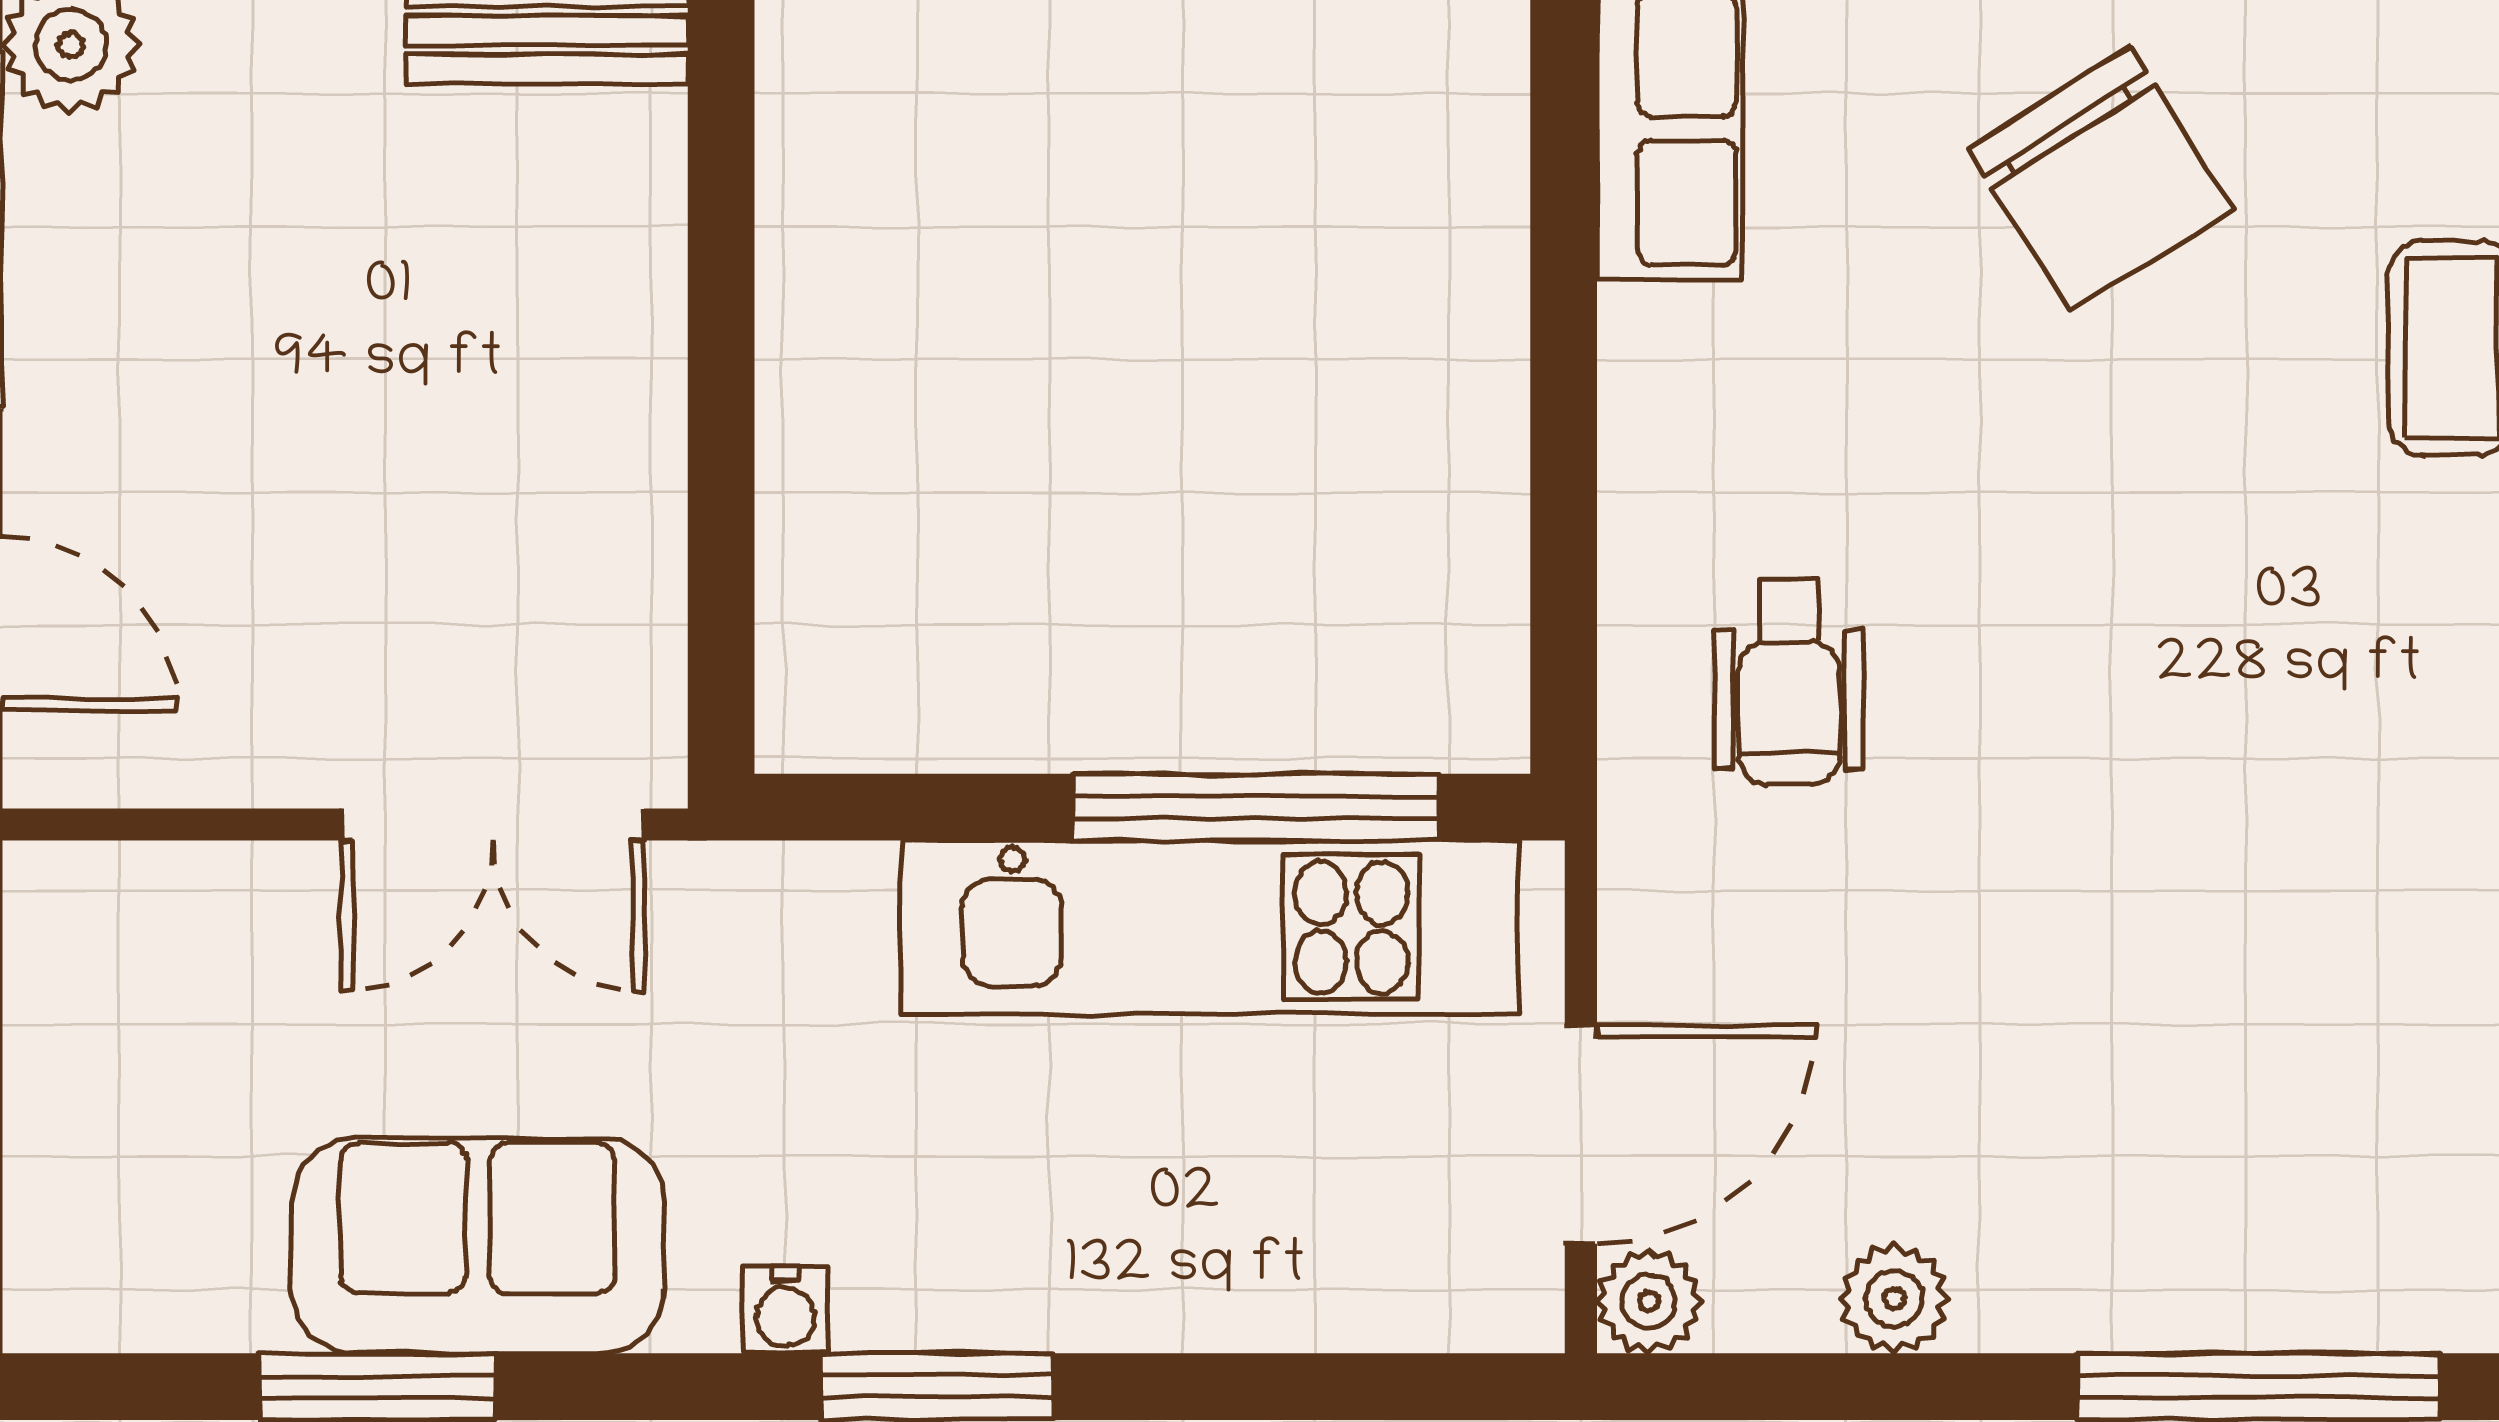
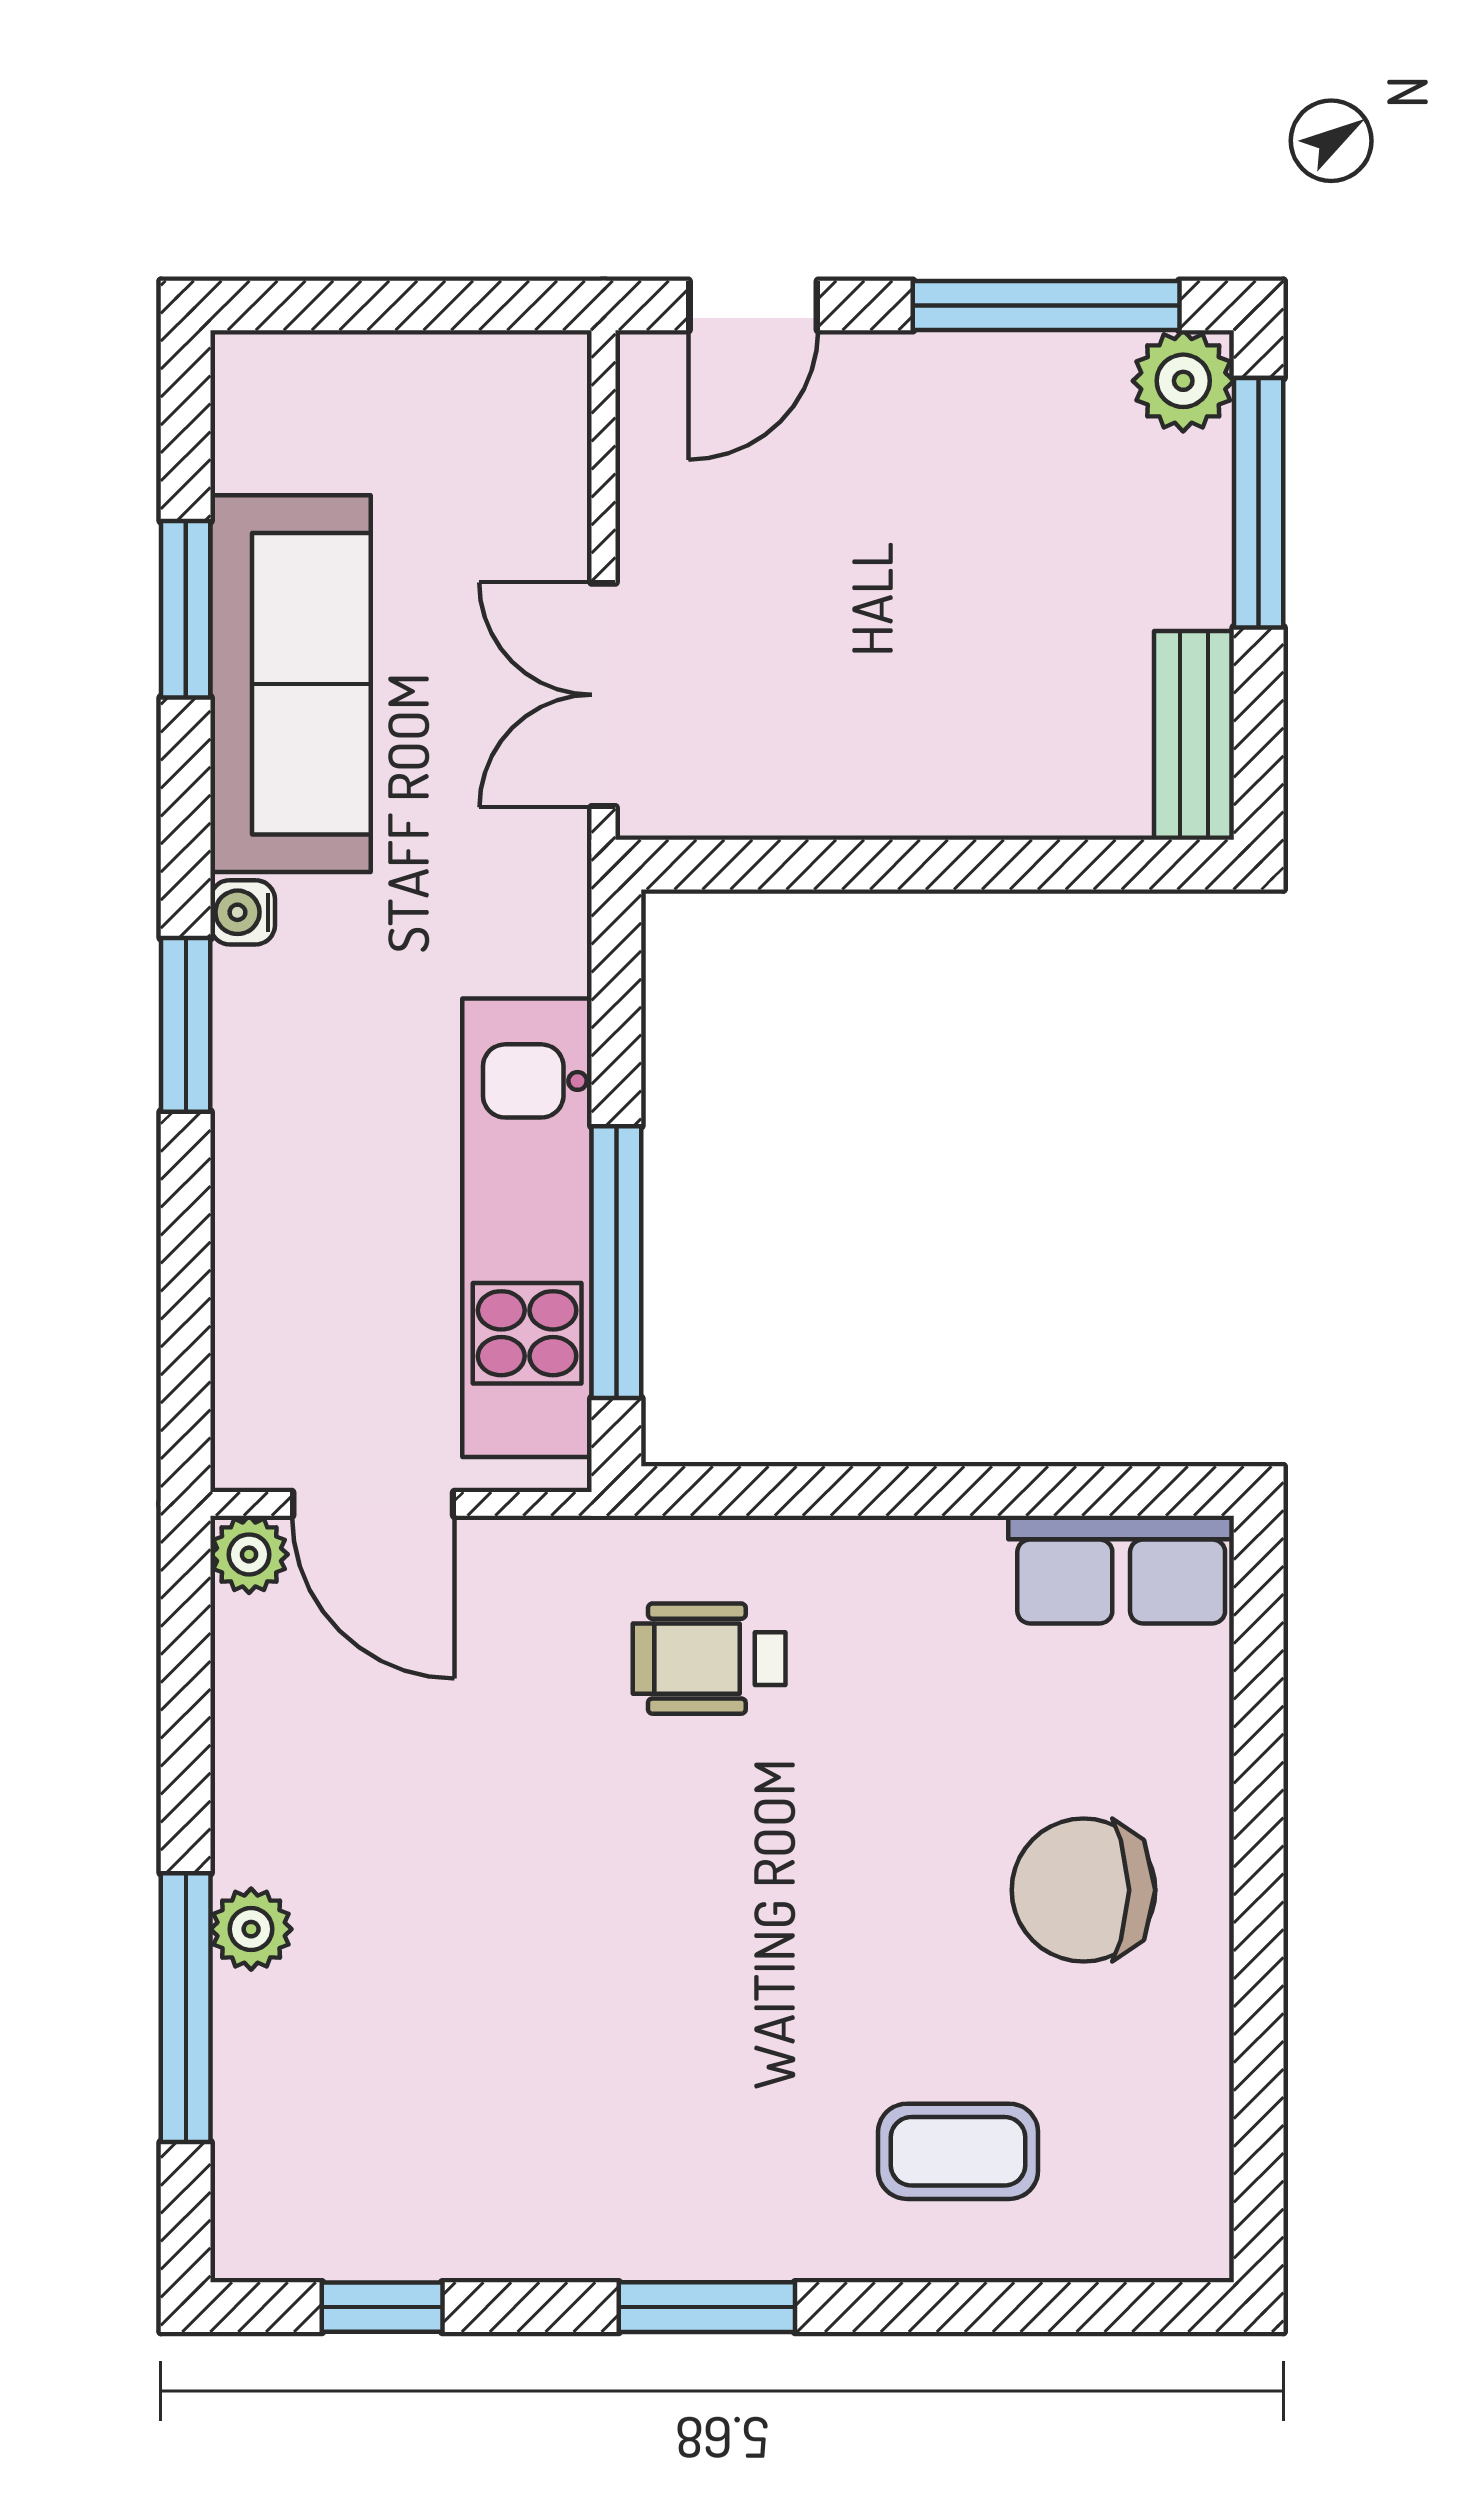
chair: (2100, 179) -> (1084, 1890), turned 32
sofa: (478, 1246) -> (290, 684), width x1.36
plant: (1894, 1299) -> (251, 1929), moved

